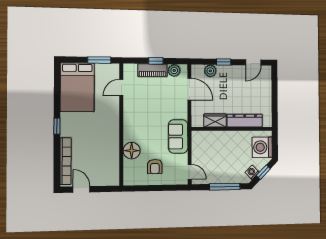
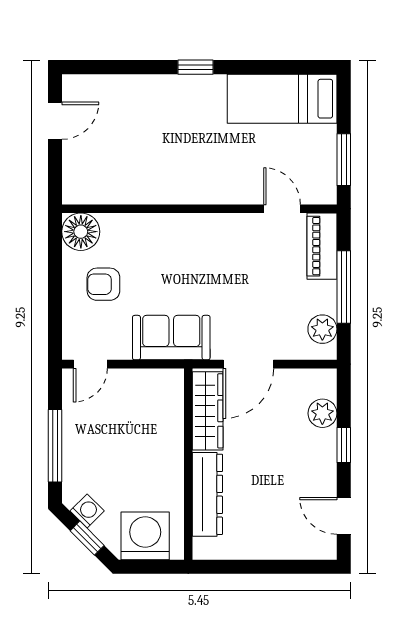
window: (156, 61) -> (344, 287), width x2.17
piano: (152, 70) -> (322, 246), moved
bed: (77, 87) -> (282, 99), width x0.67
door: (189, 89) -> (248, 364), moved
wardrobe: (215, 121) -> (208, 411), width x1.50
floor lamp: (132, 151) -> (81, 232), moved
bookcase: (66, 161) -> (118, 86), removed

